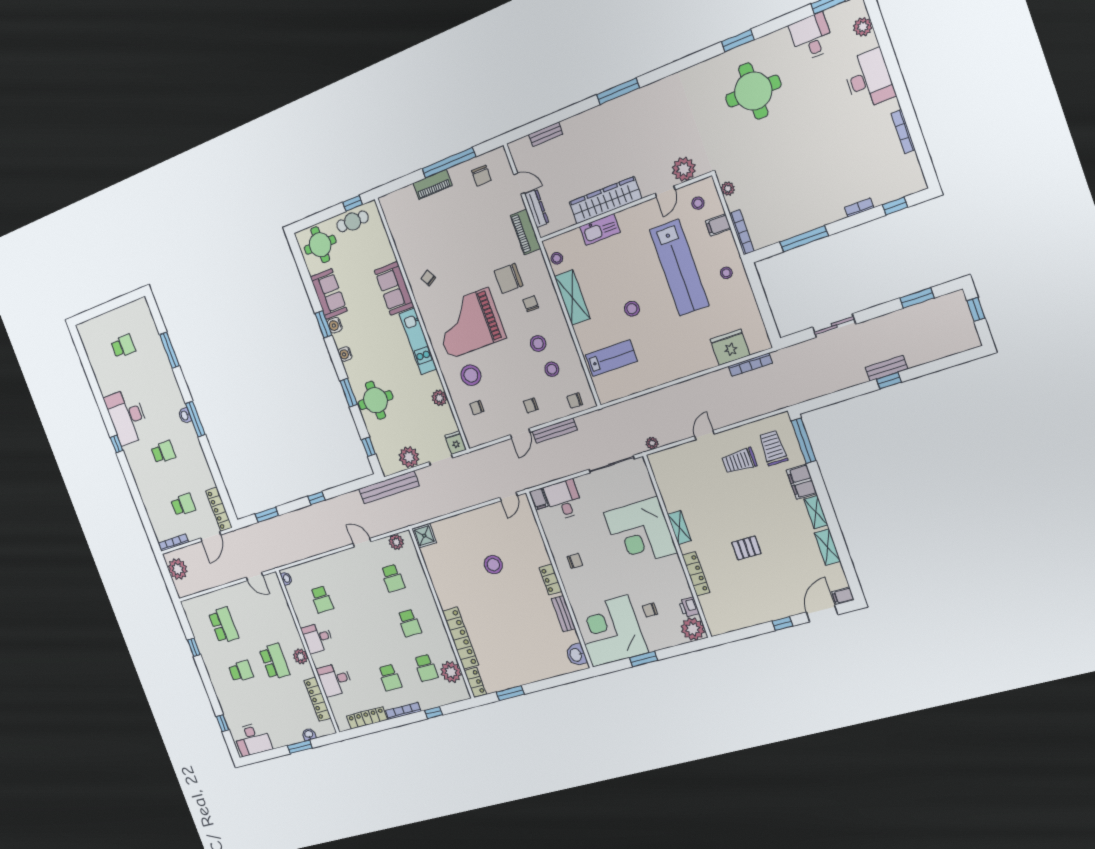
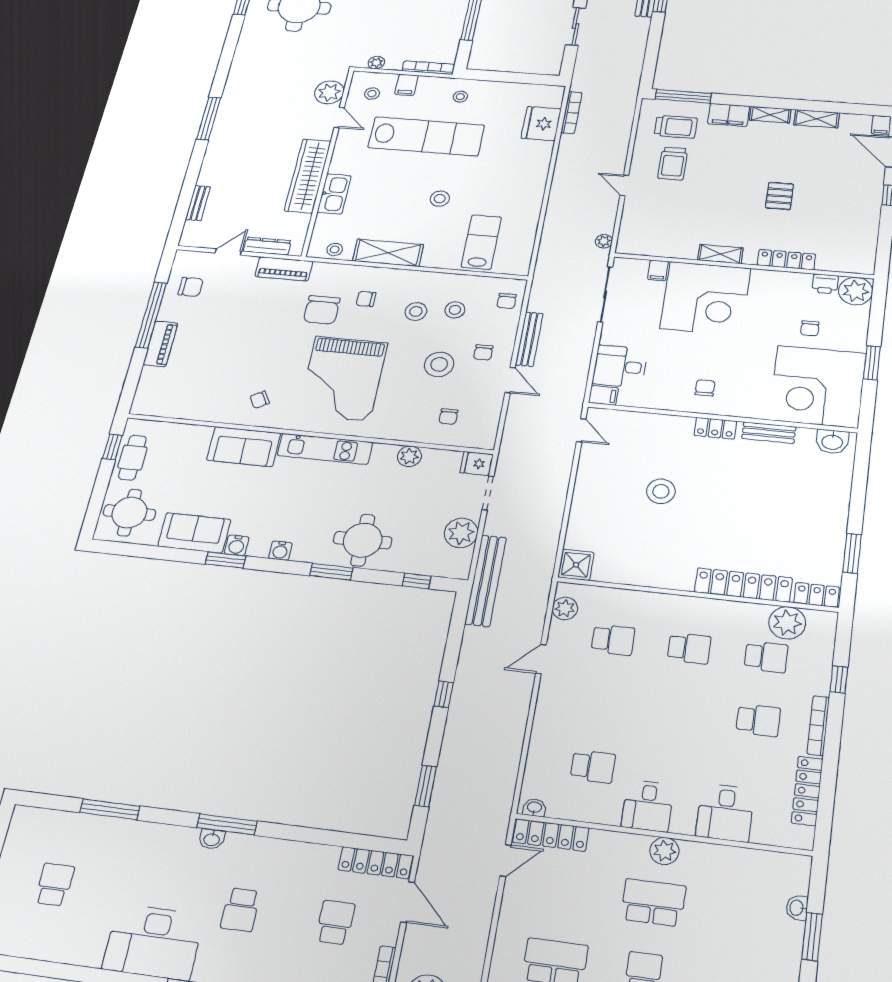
stool: (471, 375) -> (439, 364), moved
trolley: (773, 448) -> (676, 127), turned 180
school desk: (163, 452) -> (240, 910), turned 180
filing cabinet: (647, 491) -> (658, 270), added
locker: (318, 699) -> (551, 835), moved

